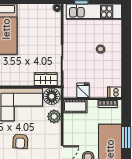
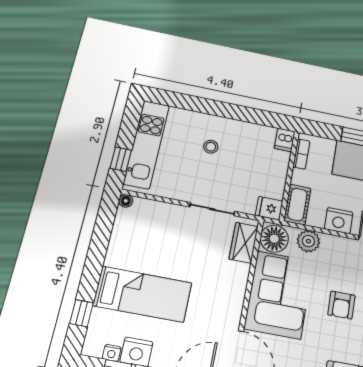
fridge: (83, 90) -> (269, 208), moved
nightstand: (70, 132) -> (339, 221), added
armchair: (20, 141) -> (341, 305), turned 87

